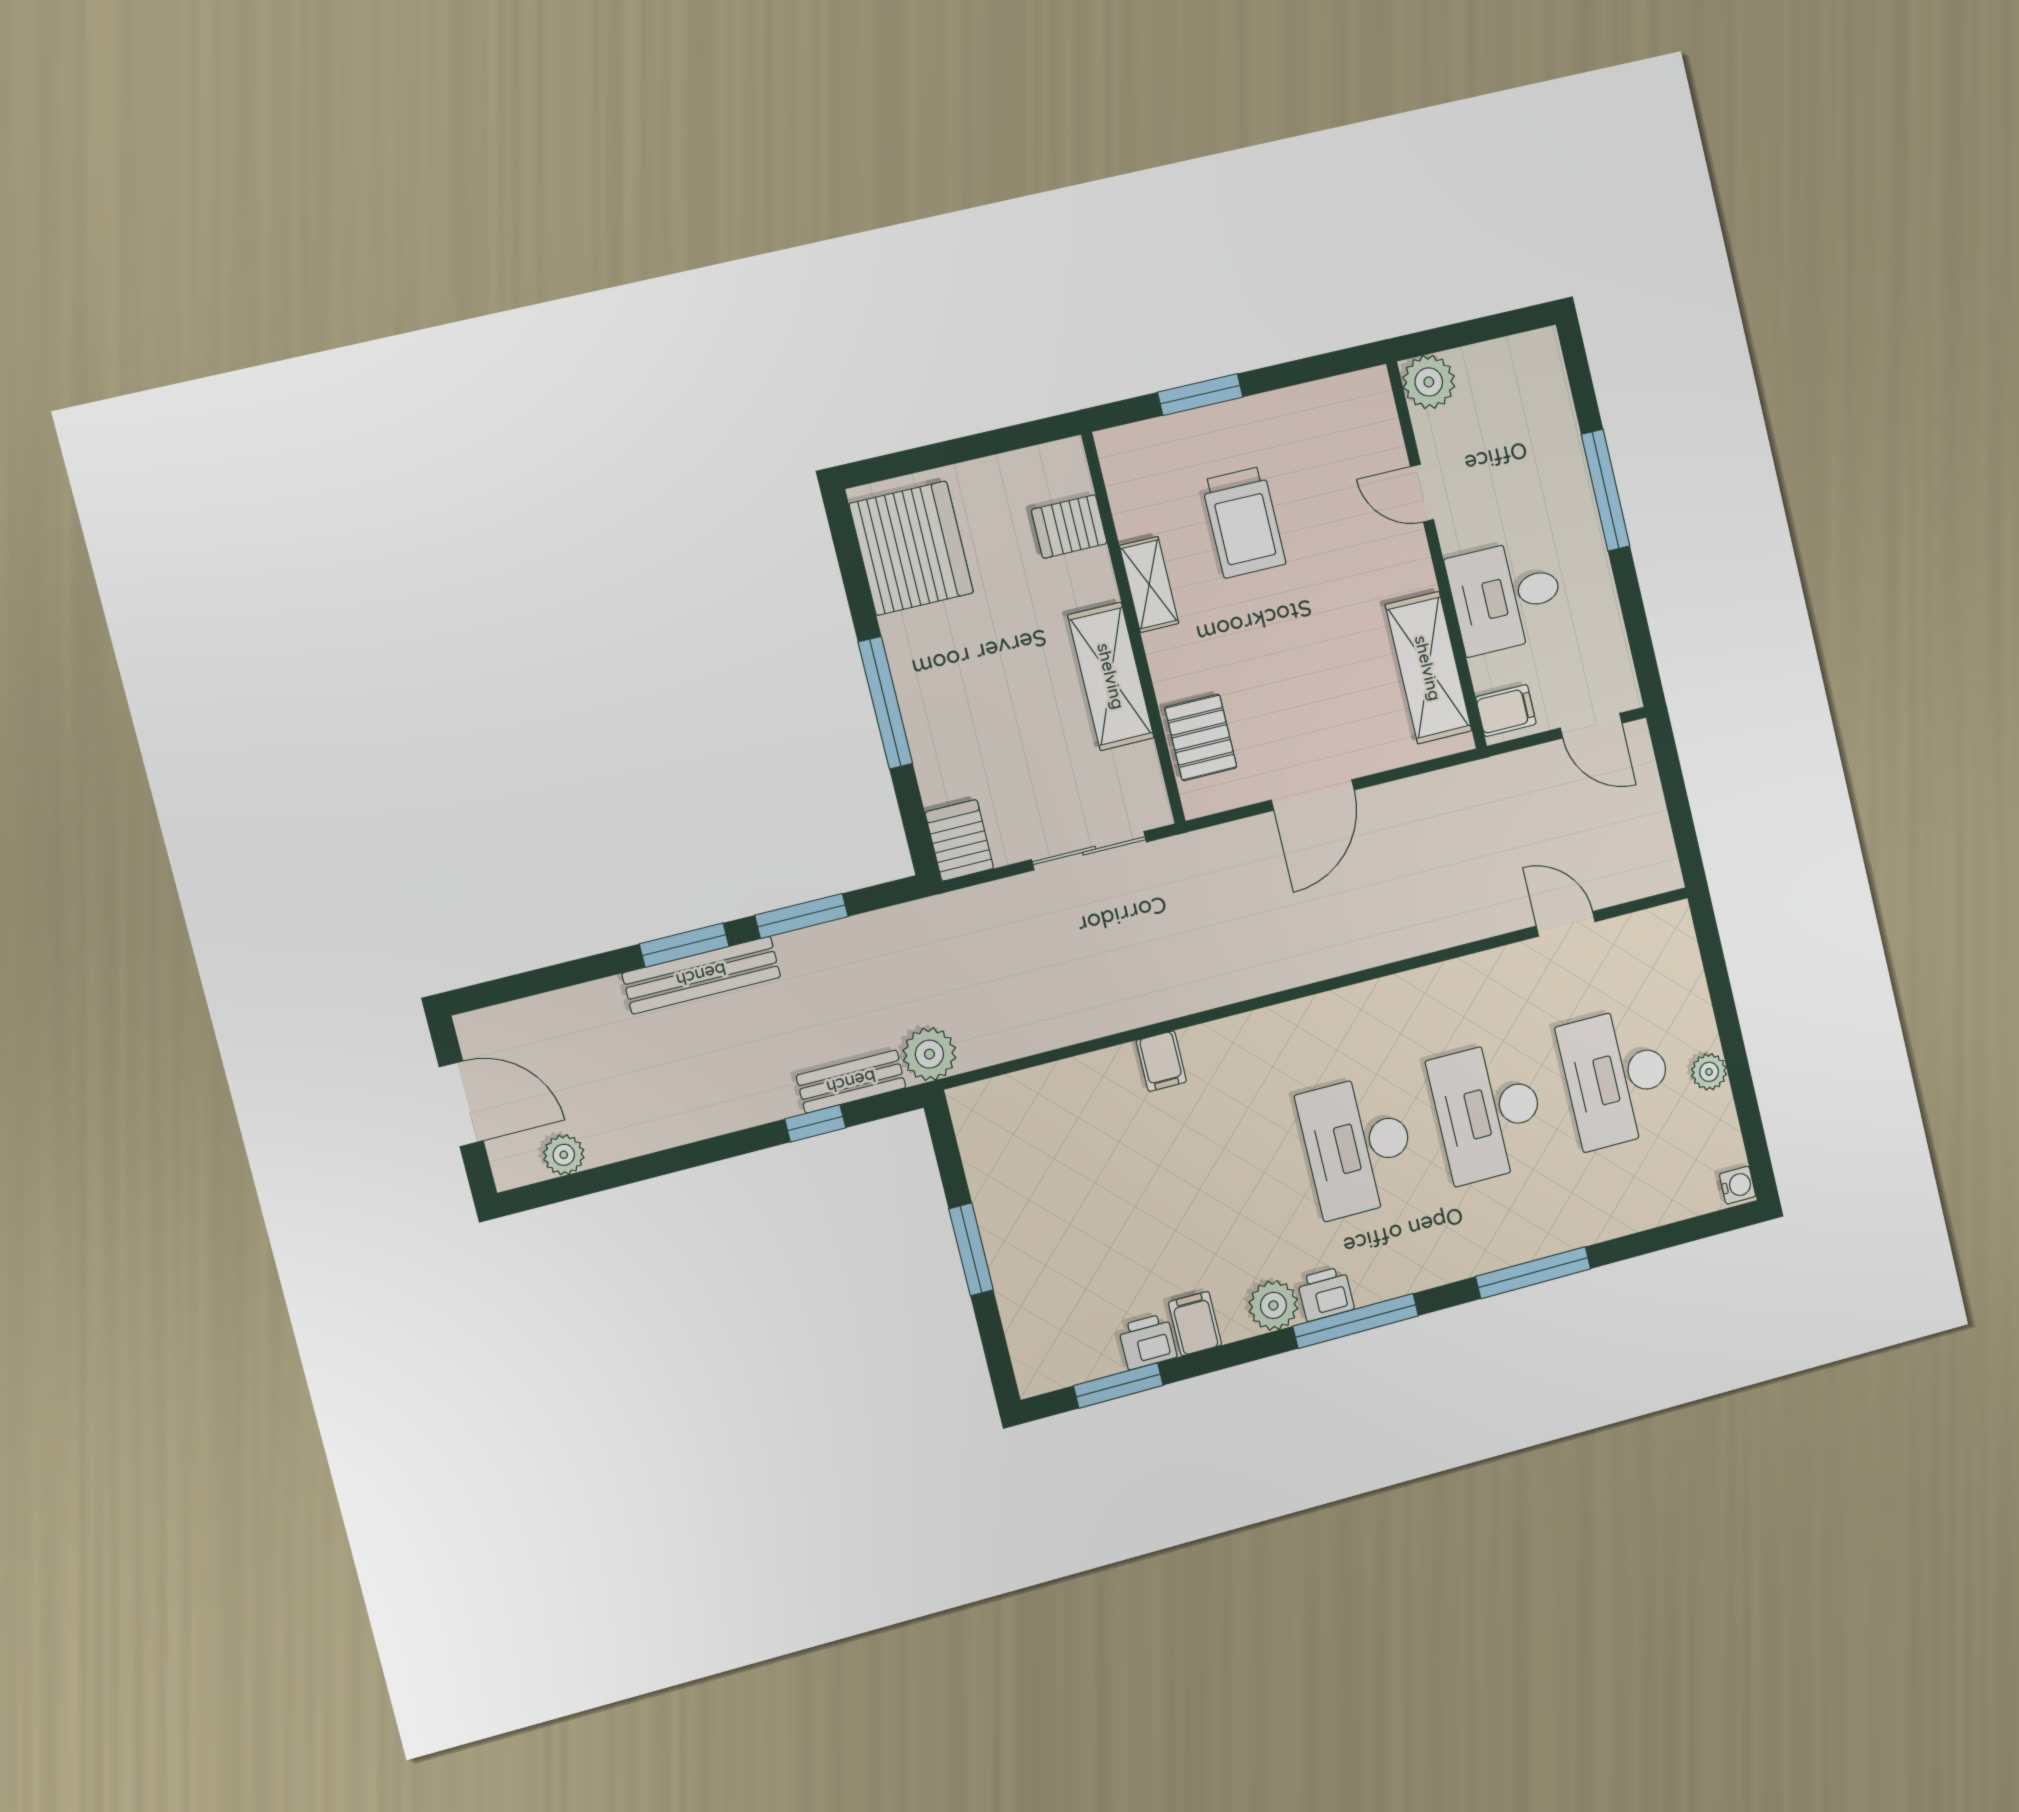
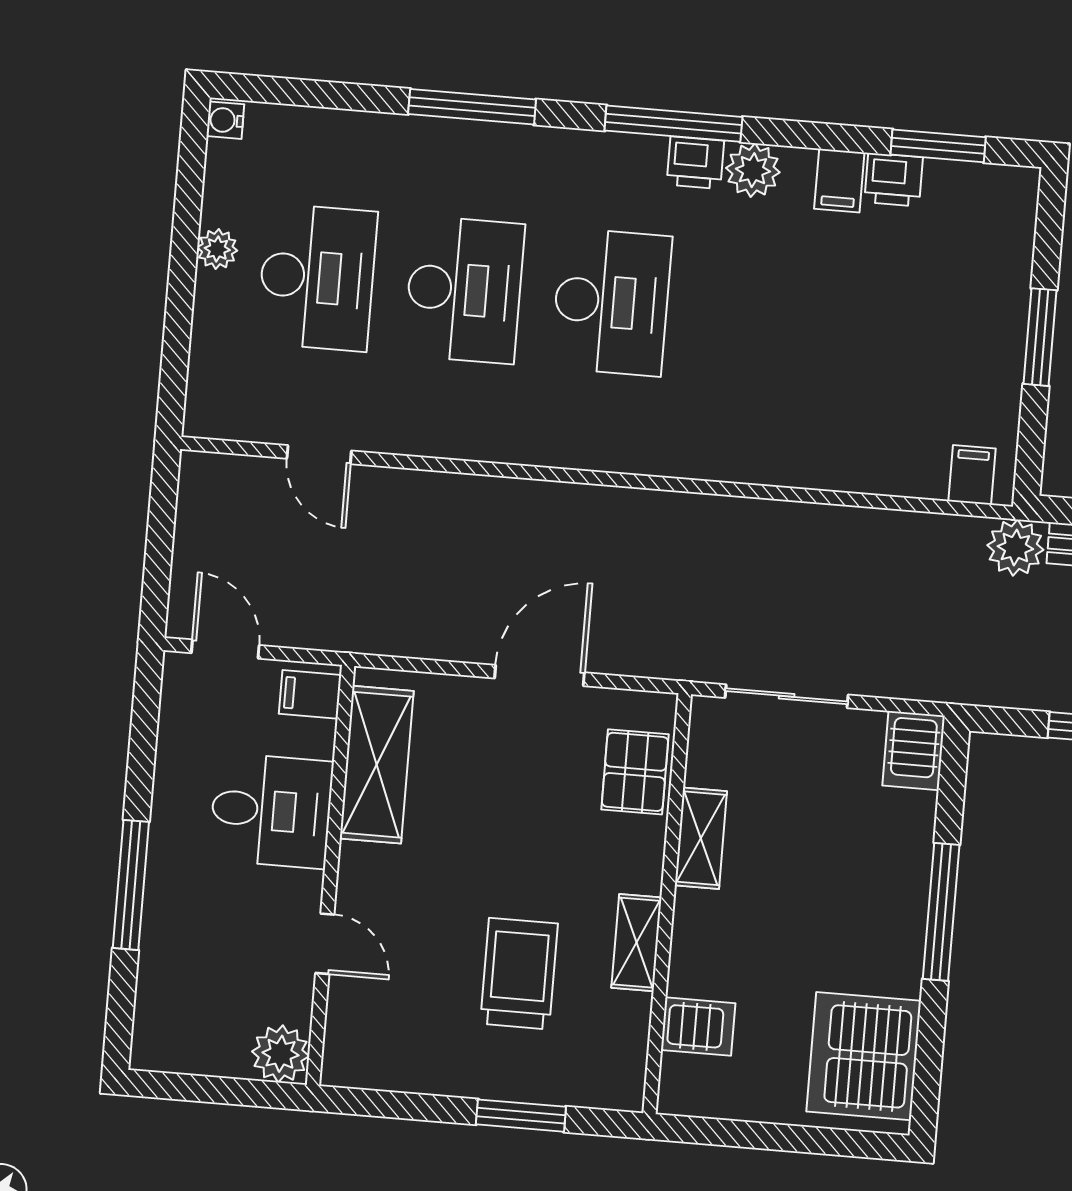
shelving: (1111, 676) -> (701, 838), width x0.67, depth x0.75
filing cabinet: (1161, 1061) -> (972, 475), moved

